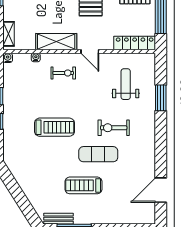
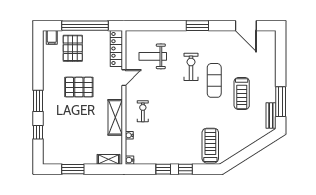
door: (90, 51) -> (124, 78), moved
window: (161, 98) -> (197, 26), moved
treadmill: (54, 127) -> (210, 146), moved
exercise bike: (114, 128) -> (191, 67), turned 180

